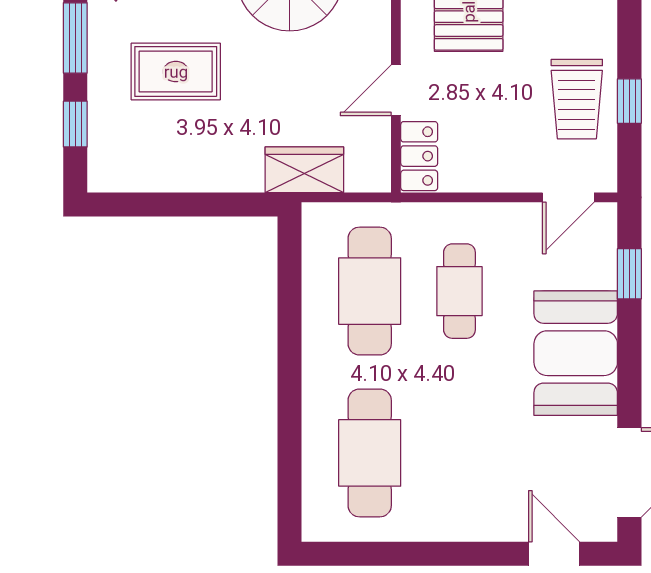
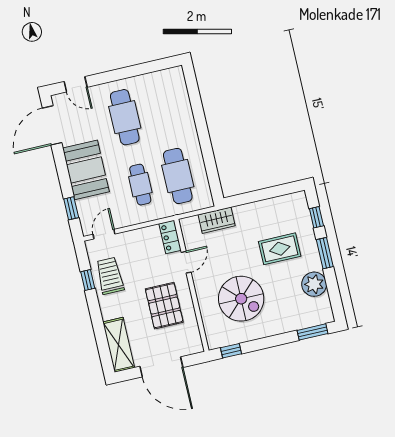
cafe table: (370, 453) -> (125, 117), moved

